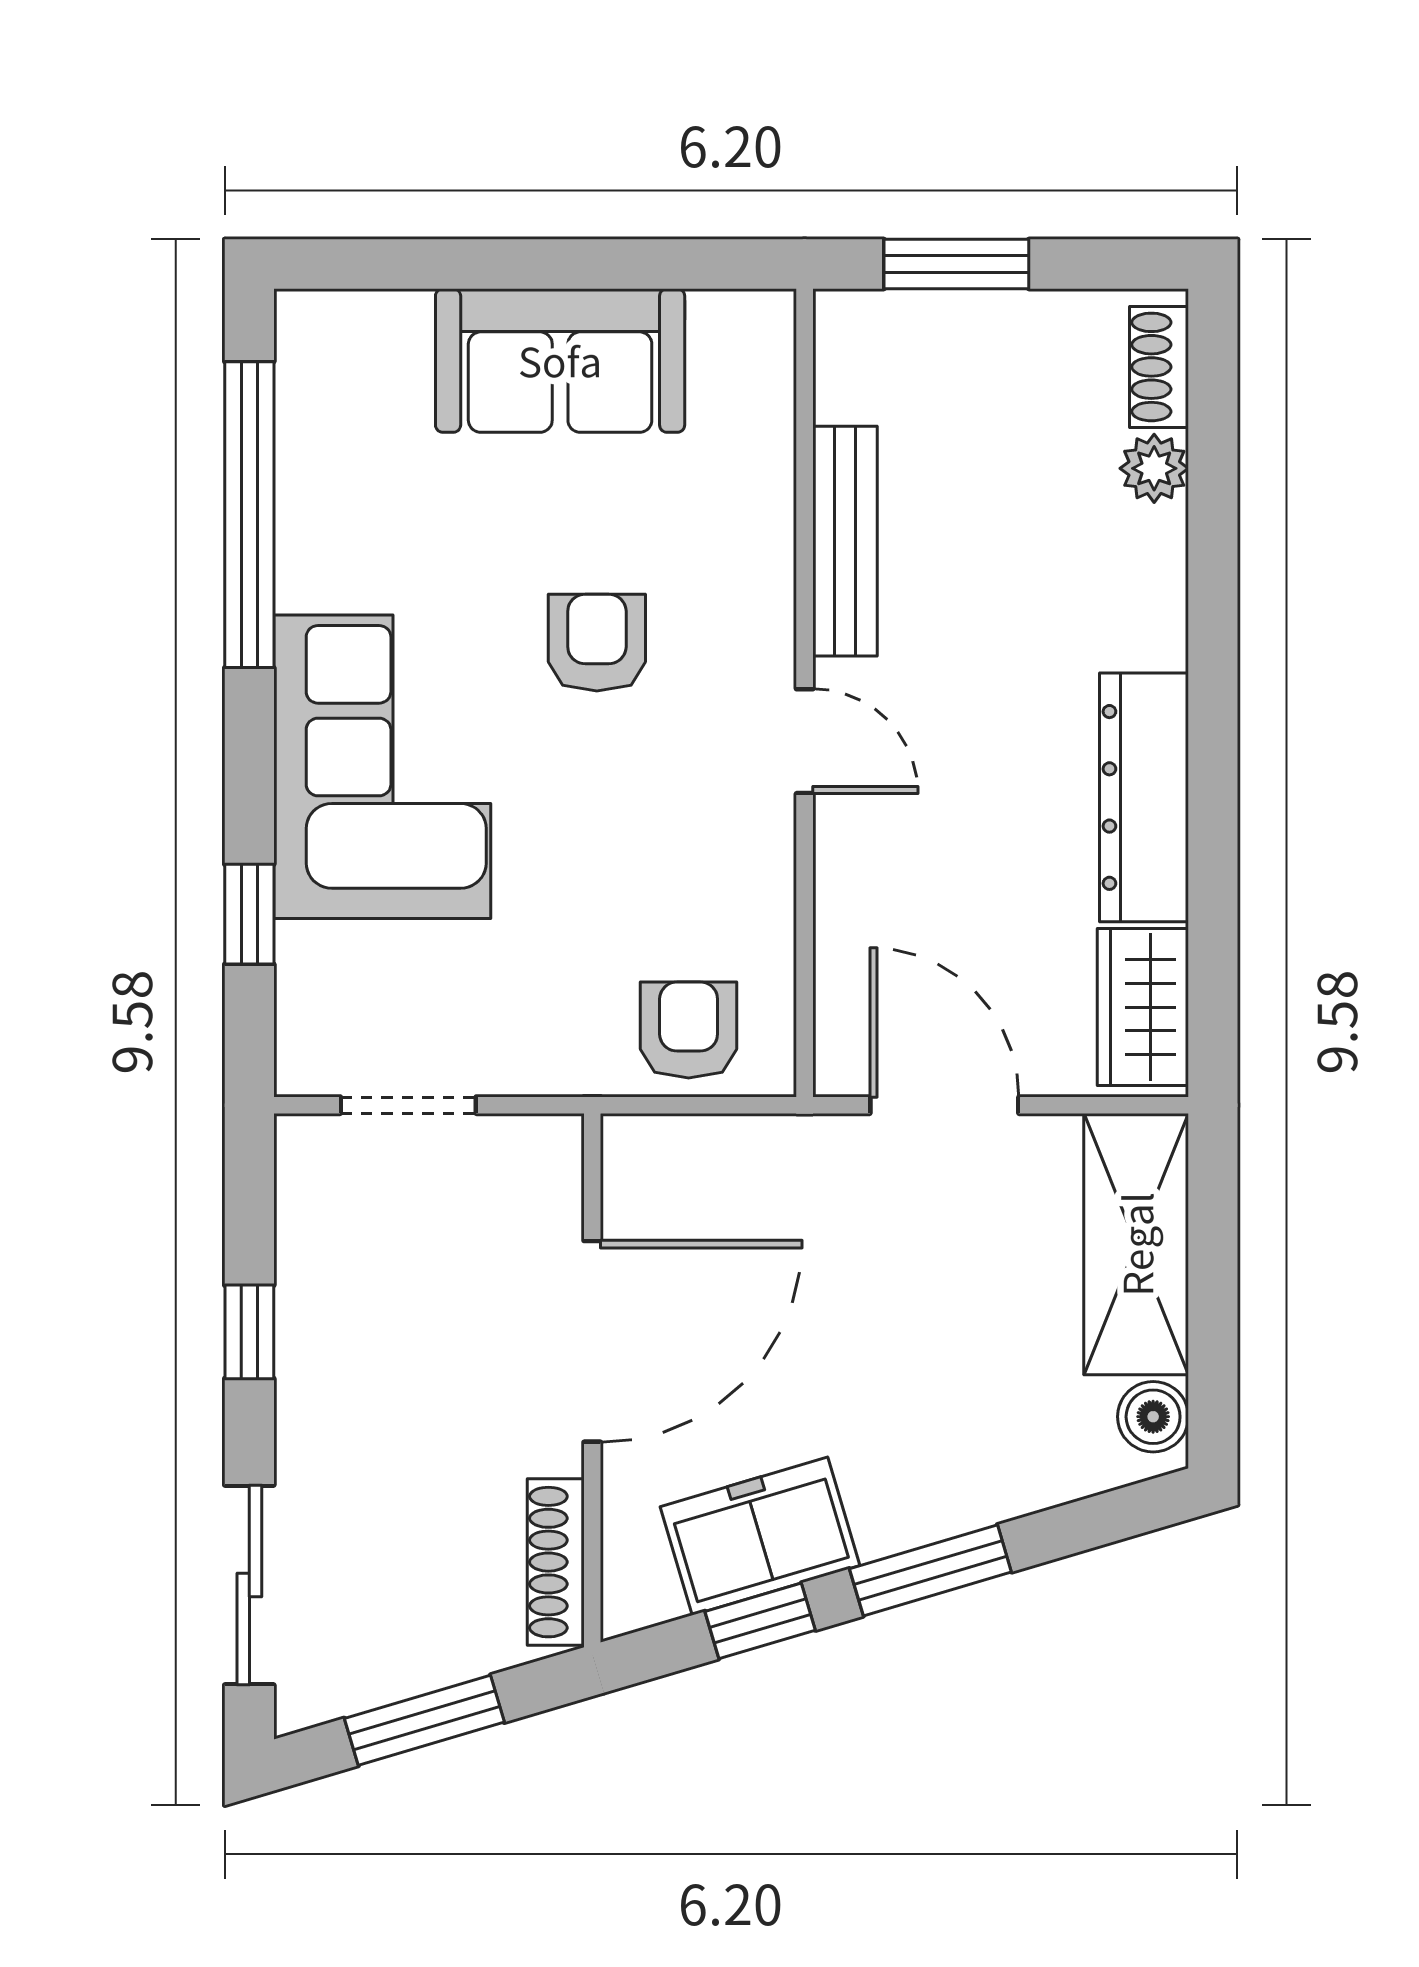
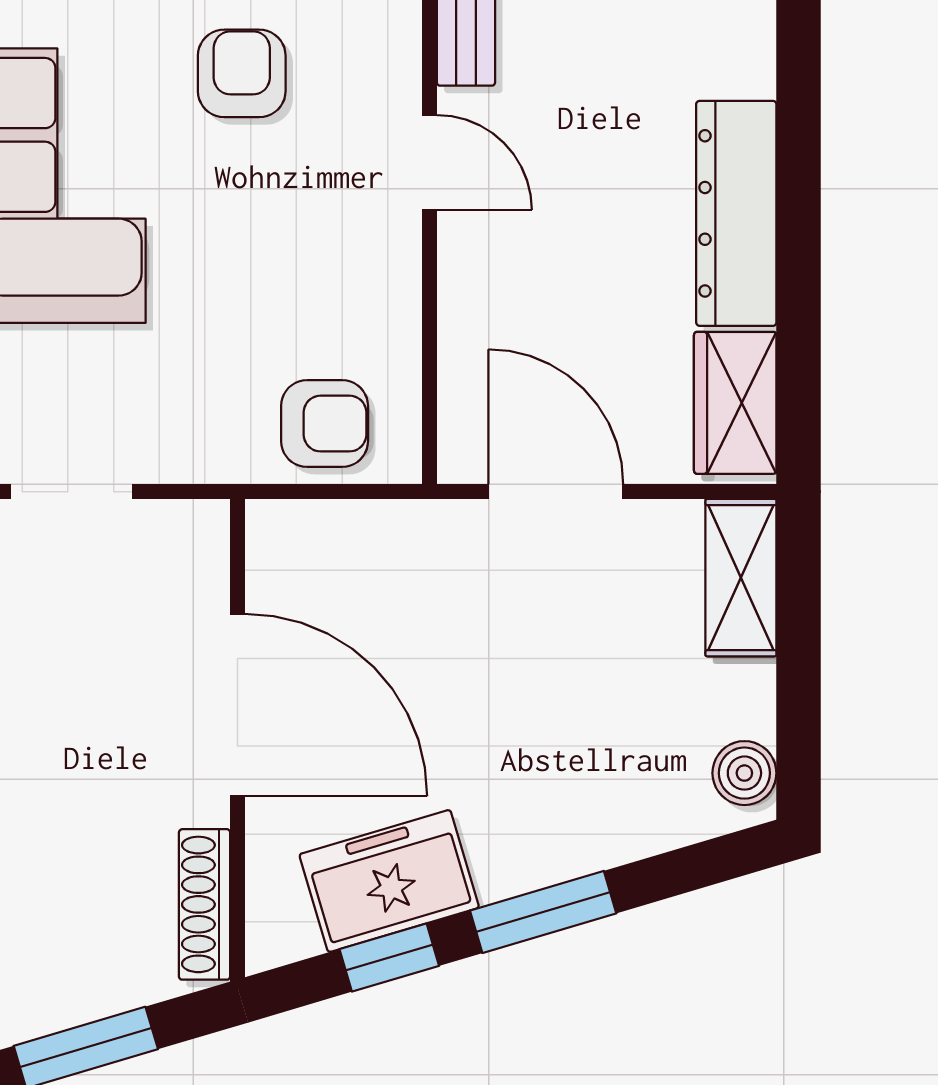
armchair: (689, 1030) -> (325, 424), turned 90
shelving: (1136, 1244) -> (741, 578), width x0.67, depth x0.75
door: (592, 1341) -> (238, 705), hinge flipped

